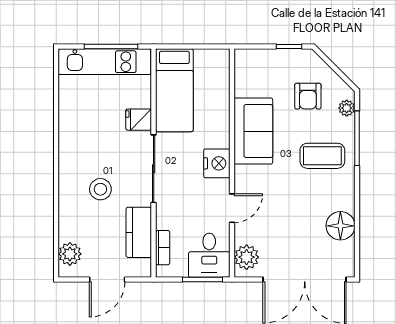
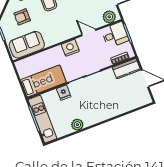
armchair: (308, 96) -> (22, 17), turned 180
sofa: (253, 131) -> (27, 45), moved
stool: (100, 189) -> (103, 98), removed
kitchen counter: (139, 232) -> (126, 69), moved
plant: (70, 254) -> (77, 125), moved

